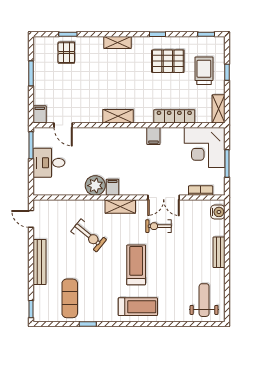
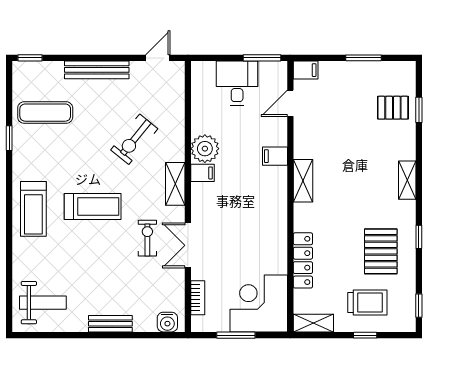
filing cabinet: (153, 136) -> (275, 156), moved

